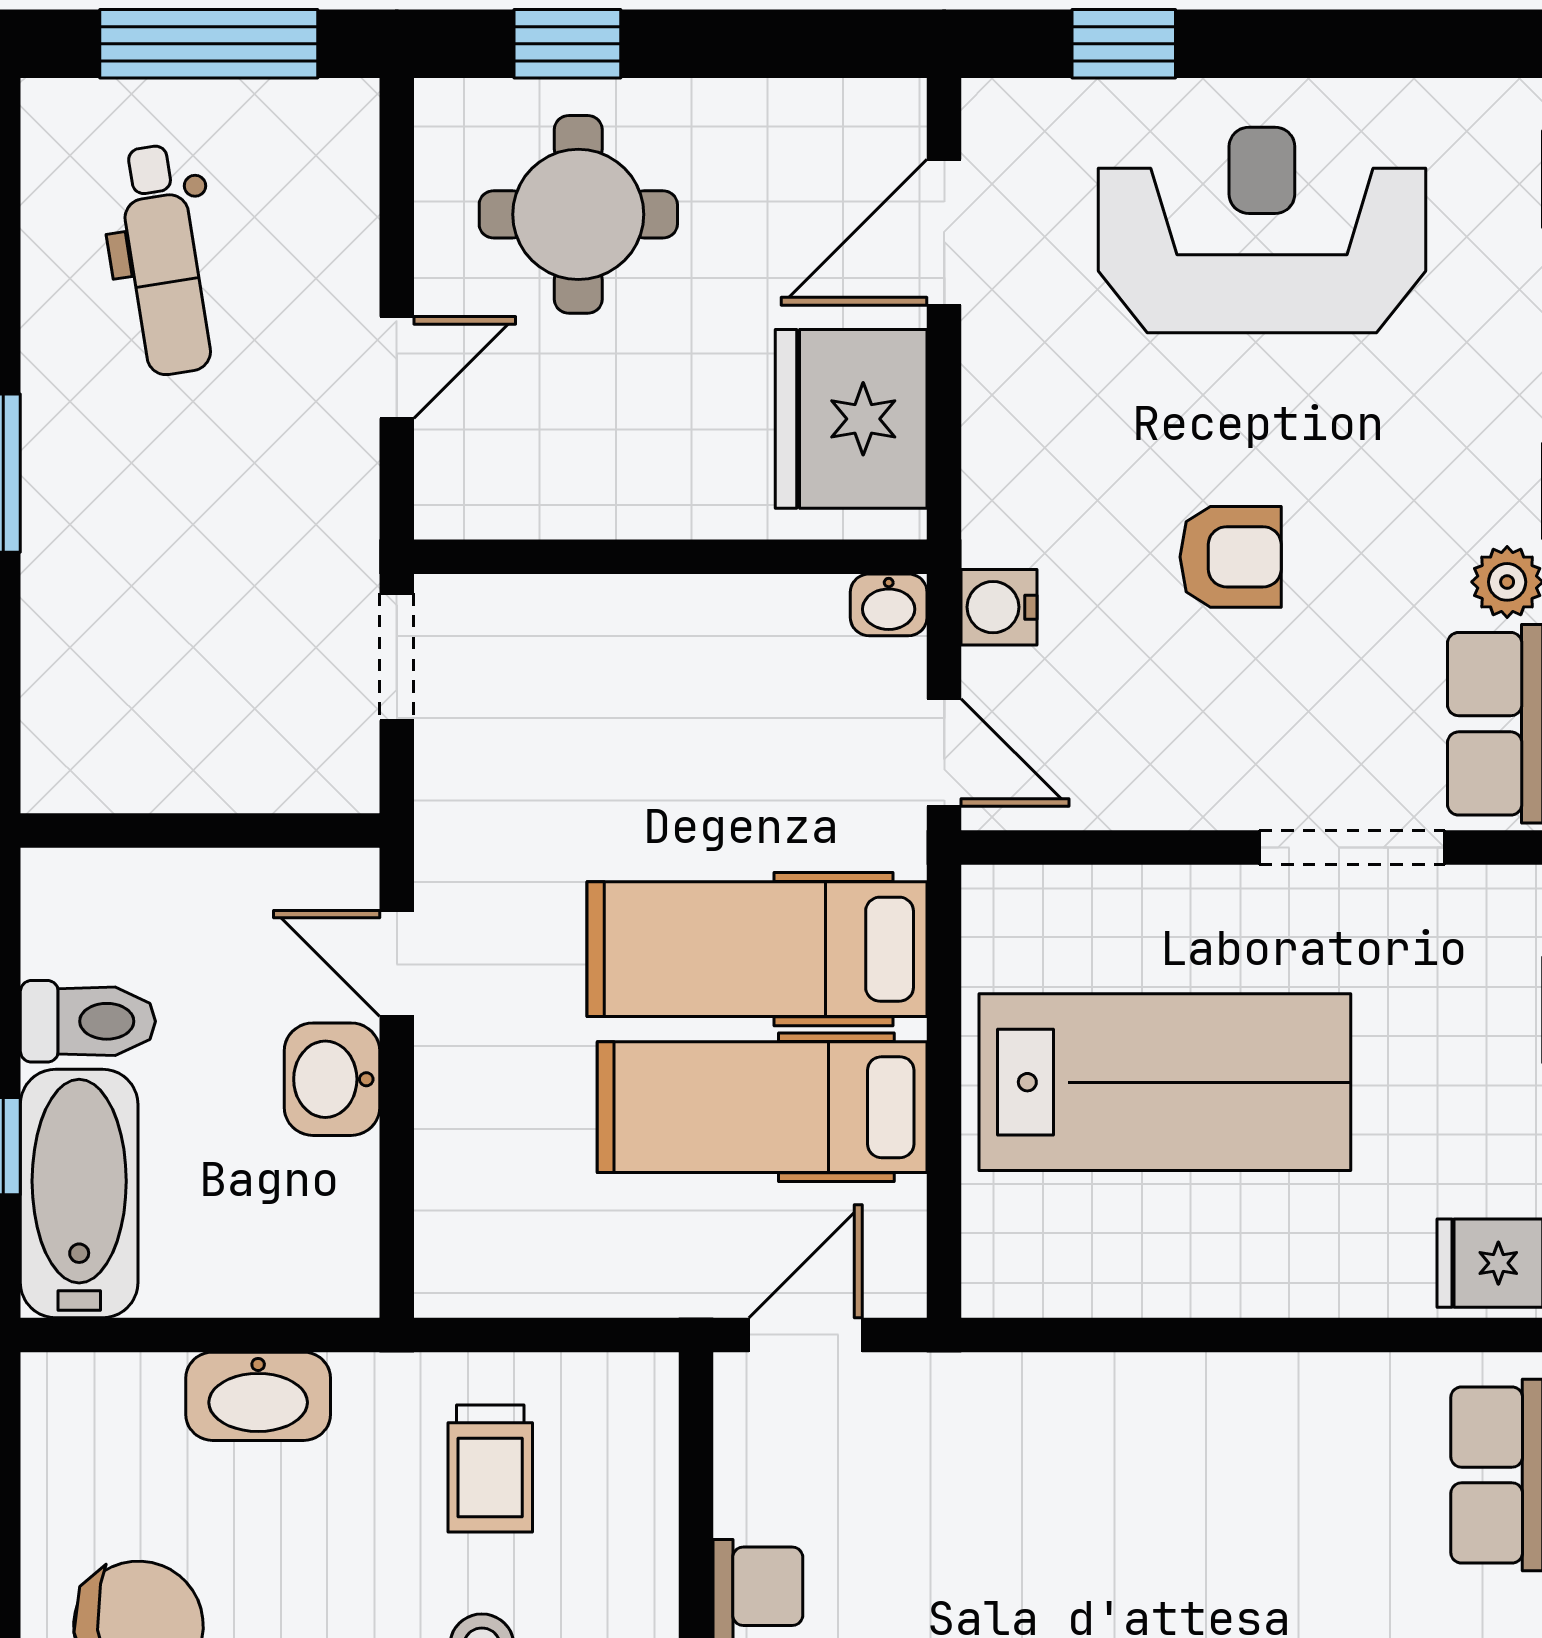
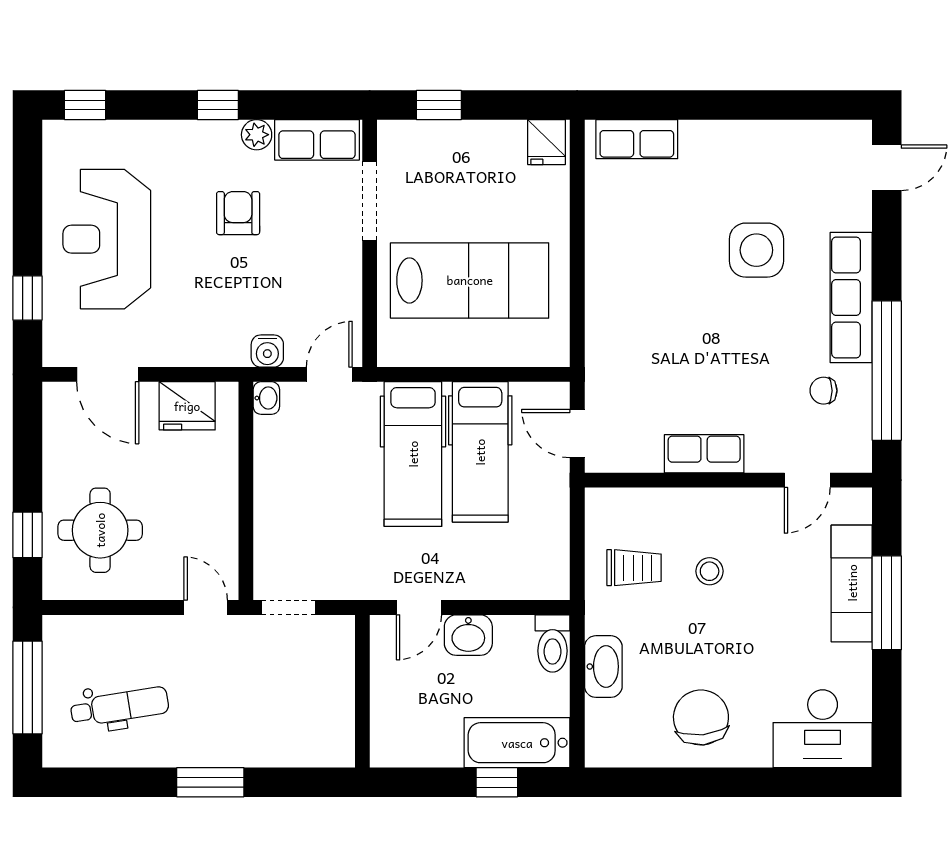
door: (397, 367) -> (206, 607), moved
fridge: (851, 419) -> (187, 406), width x0.73, depth x0.75
armchair: (1231, 557) -> (238, 213), moved
toilet: (88, 1021) -> (553, 643), moved, turned 180
lab bench: (1165, 1082) -> (470, 280), turned 90

